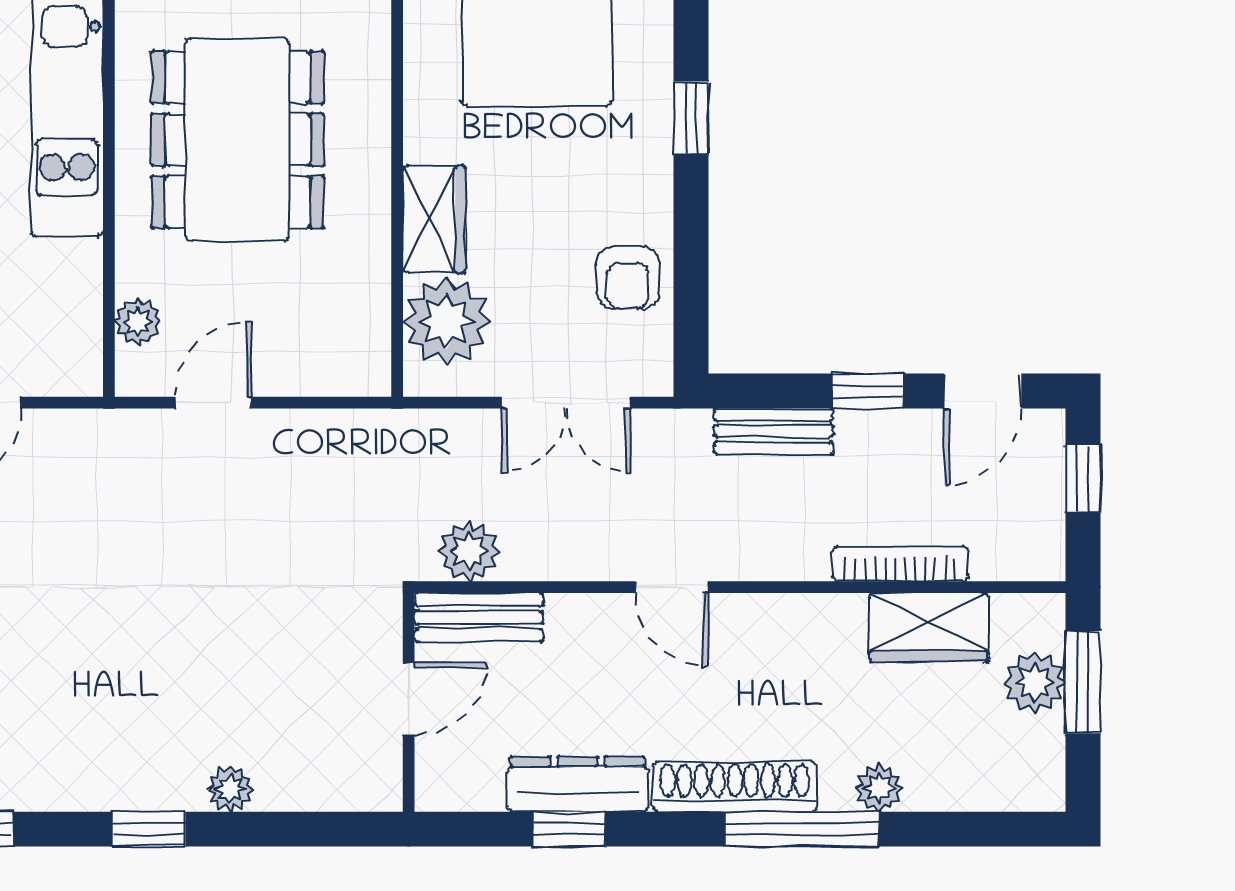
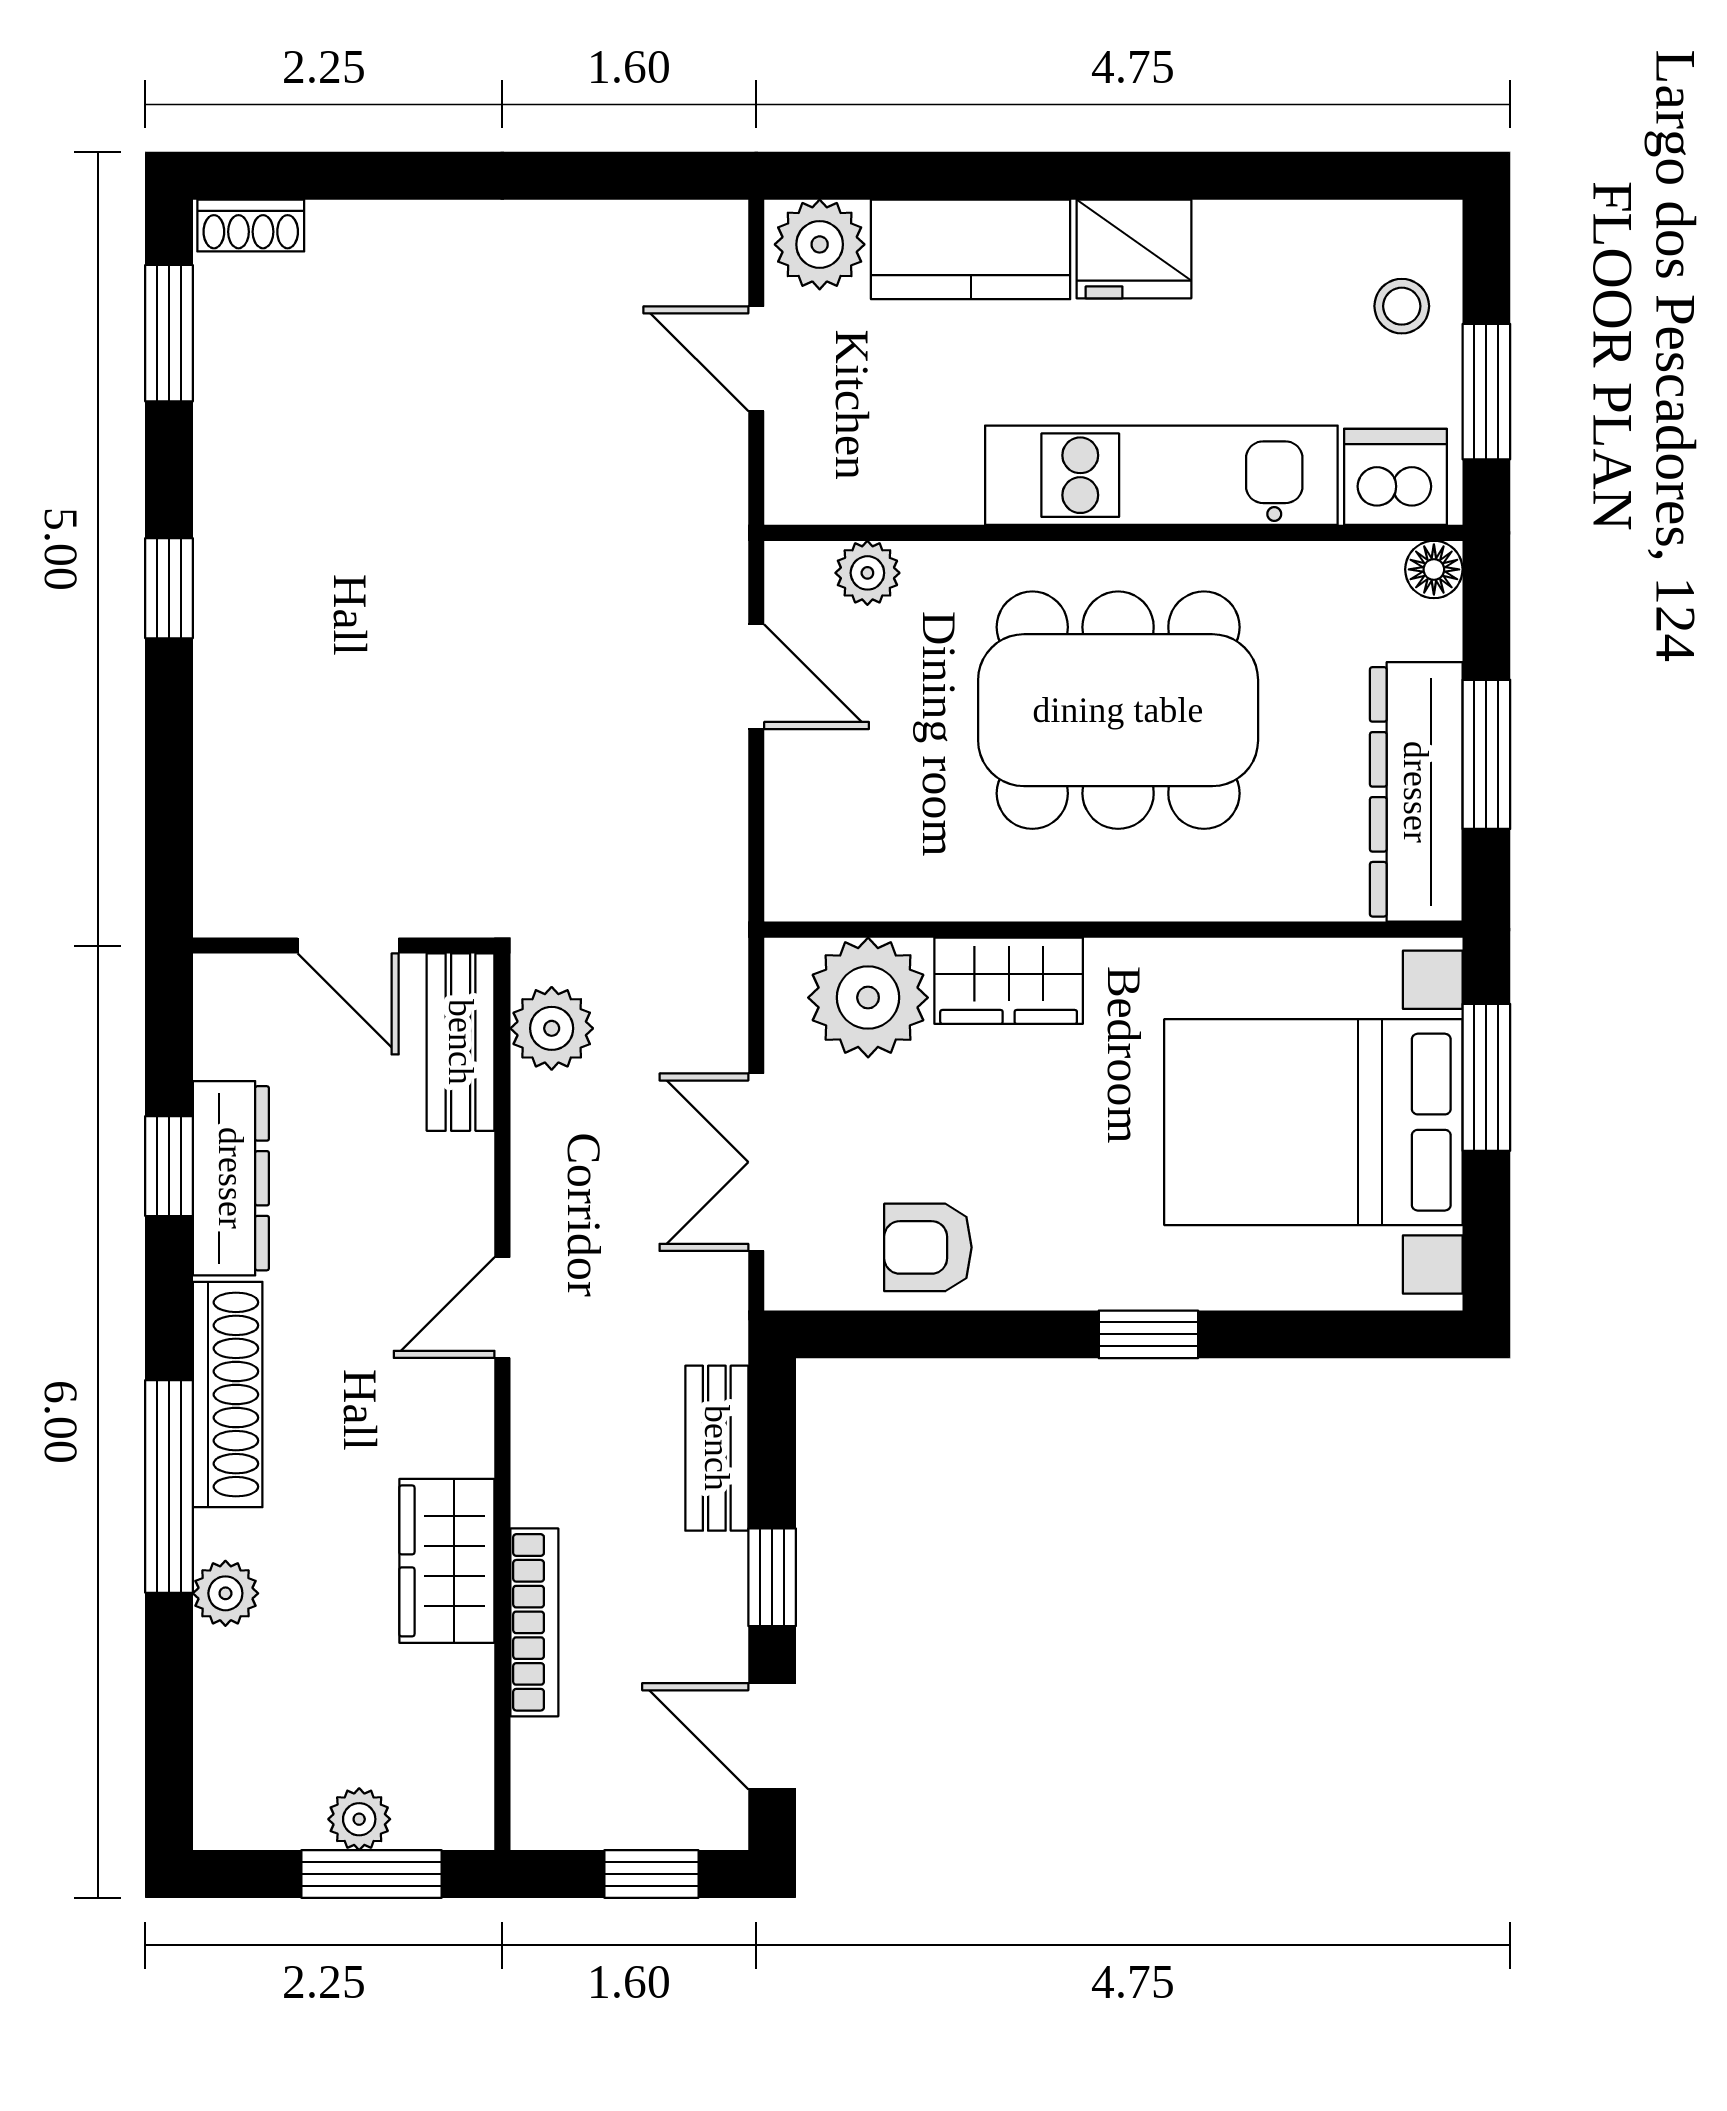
wardrobe: (929, 627) -> (447, 1561), moved
plant: (1035, 683) -> (359, 1819), width x0.73, depth x0.73
plant: (230, 789) -> (224, 700), removed

